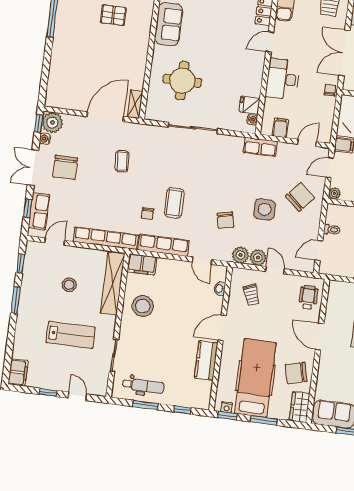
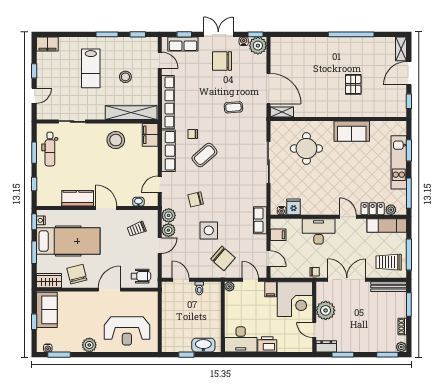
coffee table: (174, 203) -> (204, 155), turned -41
lab bench: (71, 335) -> (91, 68), moved

